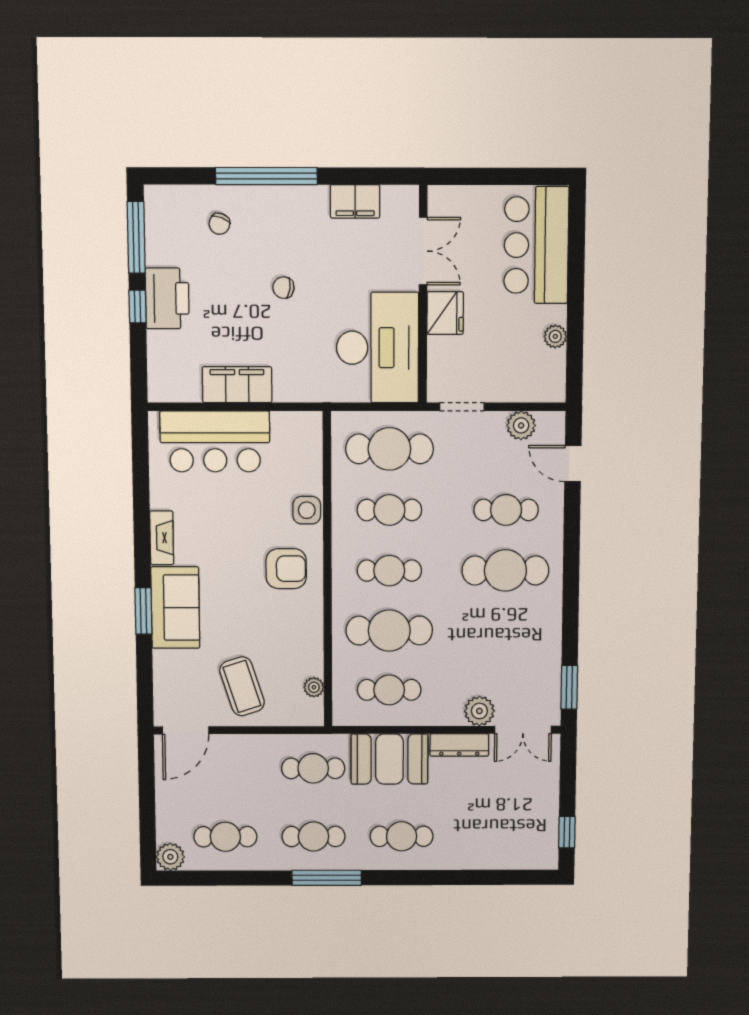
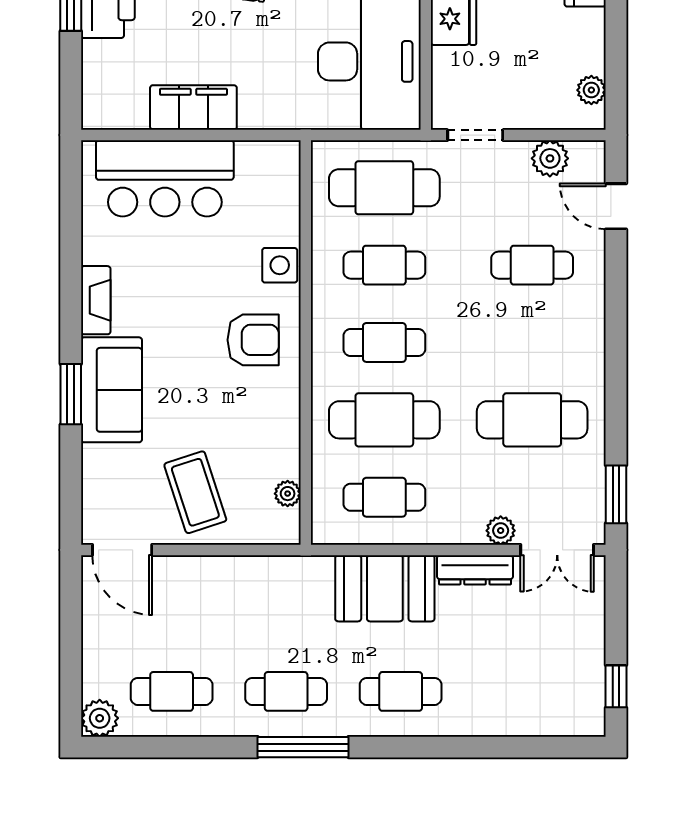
plant: (555, 336) -> (591, 90), moved
cafe table: (505, 570) -> (532, 420), moved
plant: (479, 711) -> (501, 531), width x0.73, depth x0.73
door: (186, 730) -> (122, 550), hinge flipped
cafe table: (313, 768) -> (286, 600), removed

